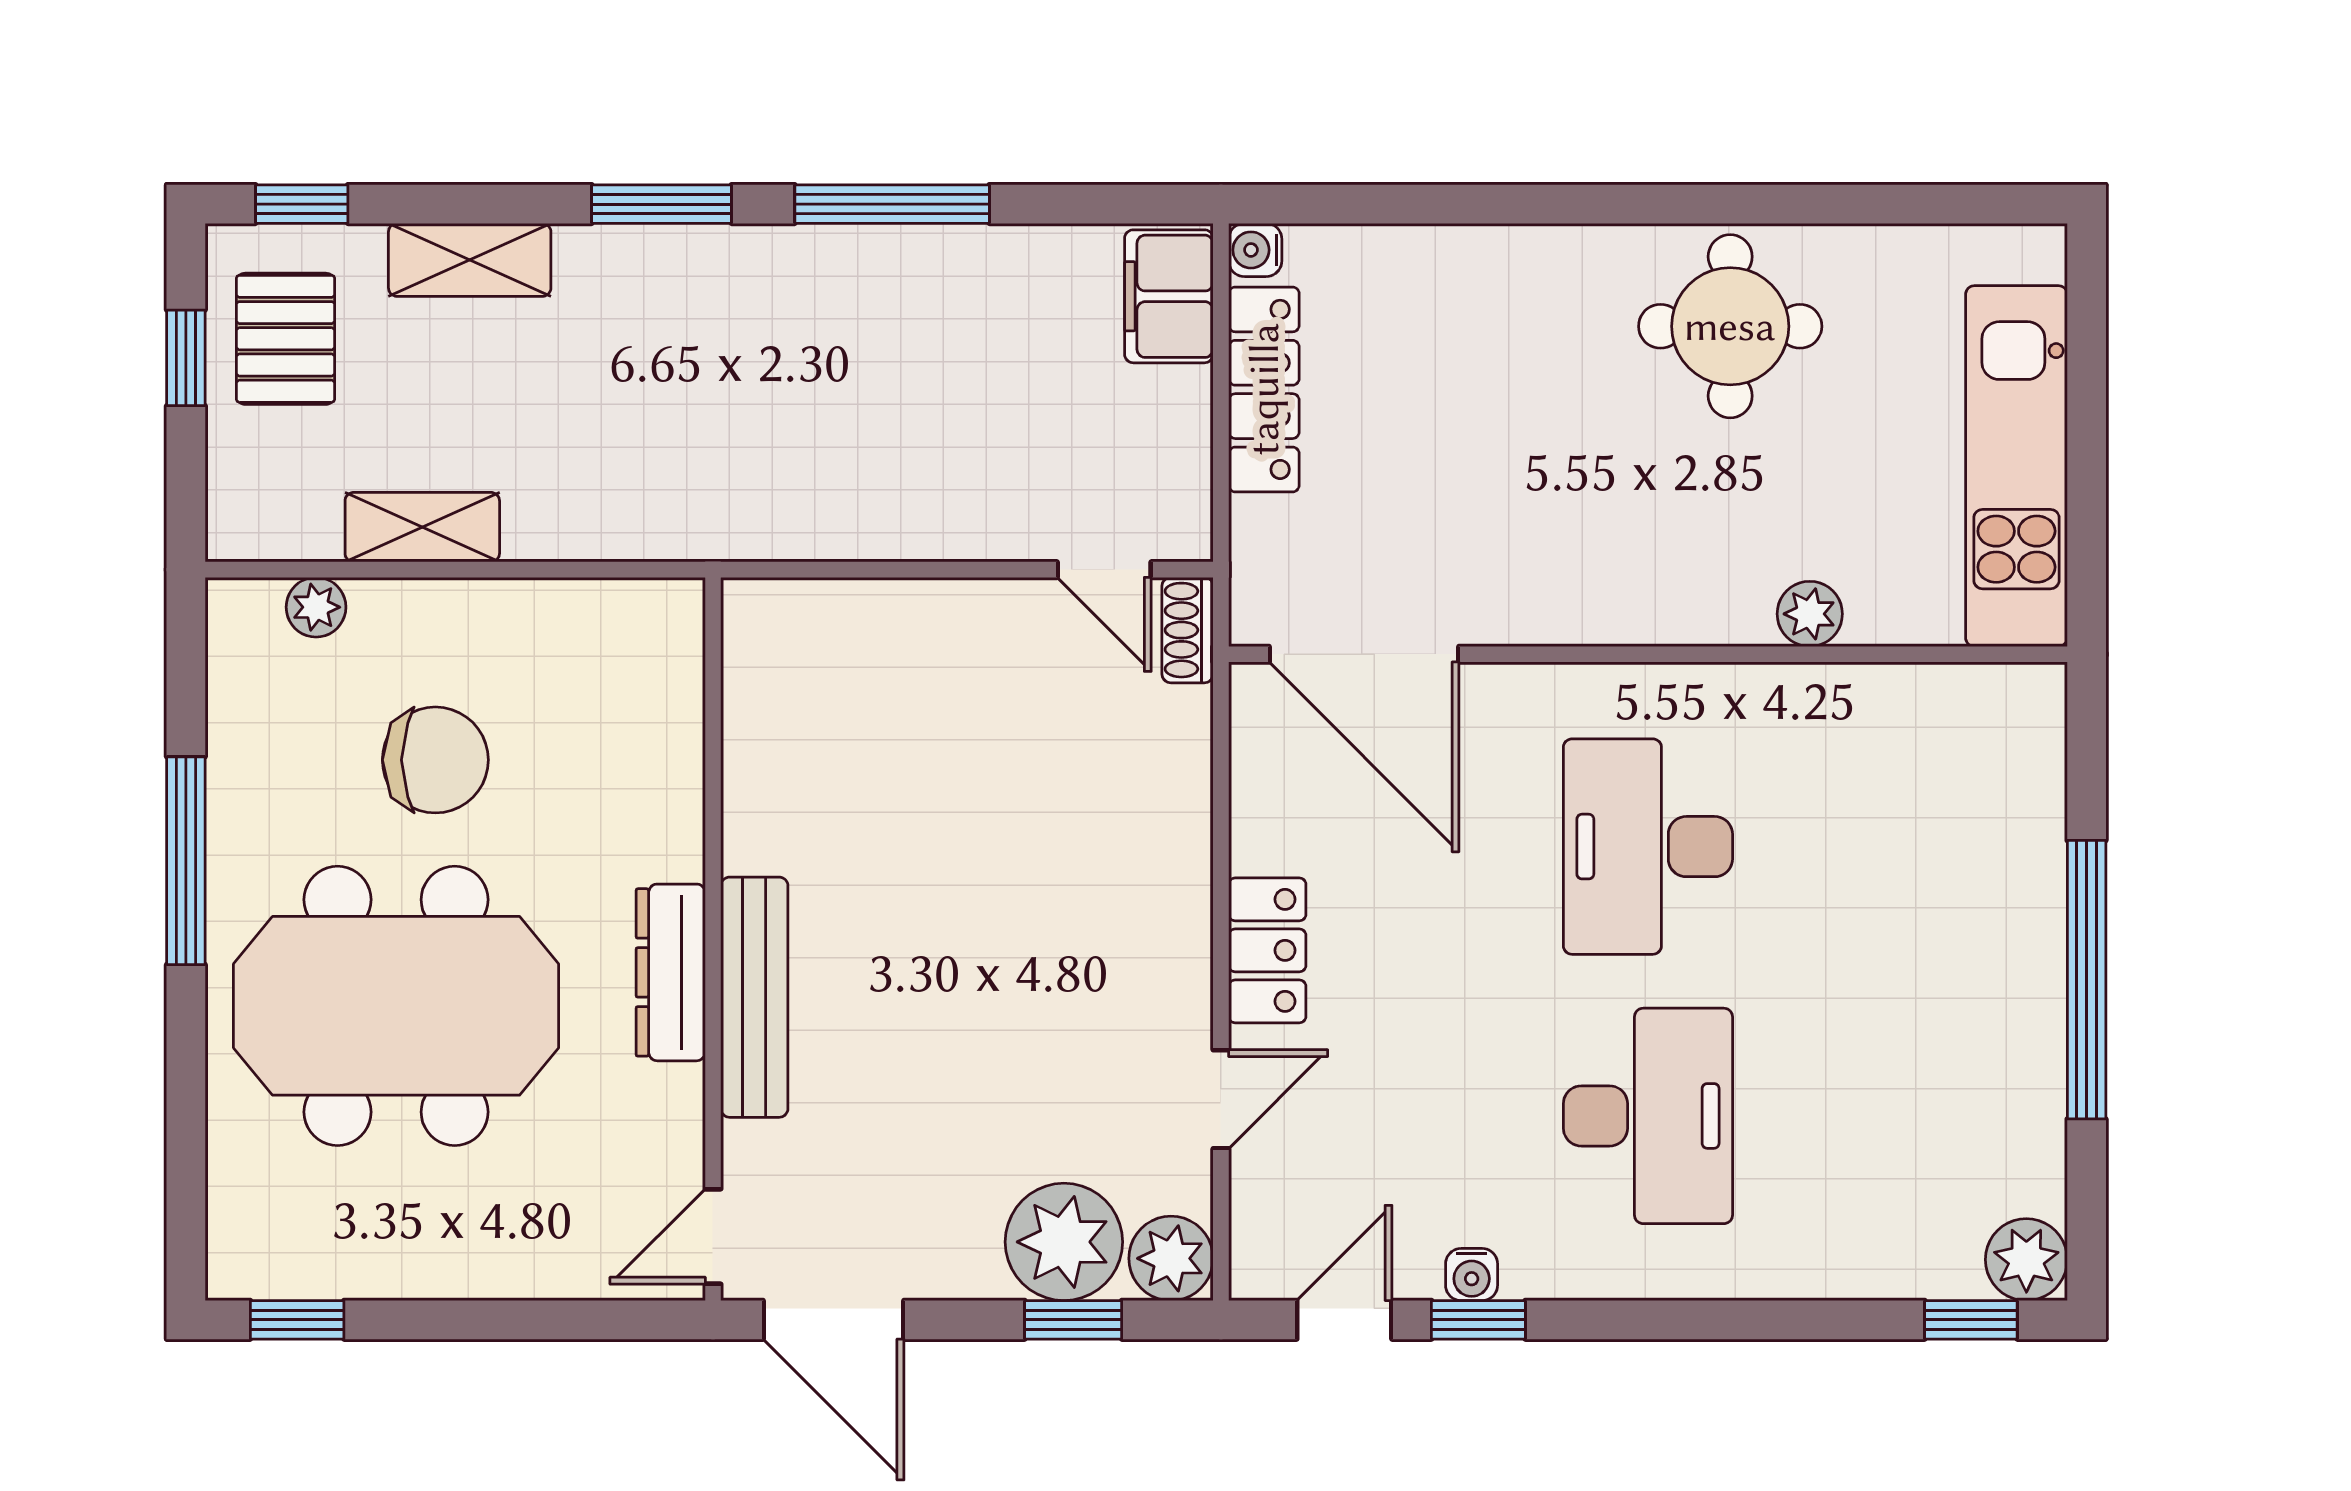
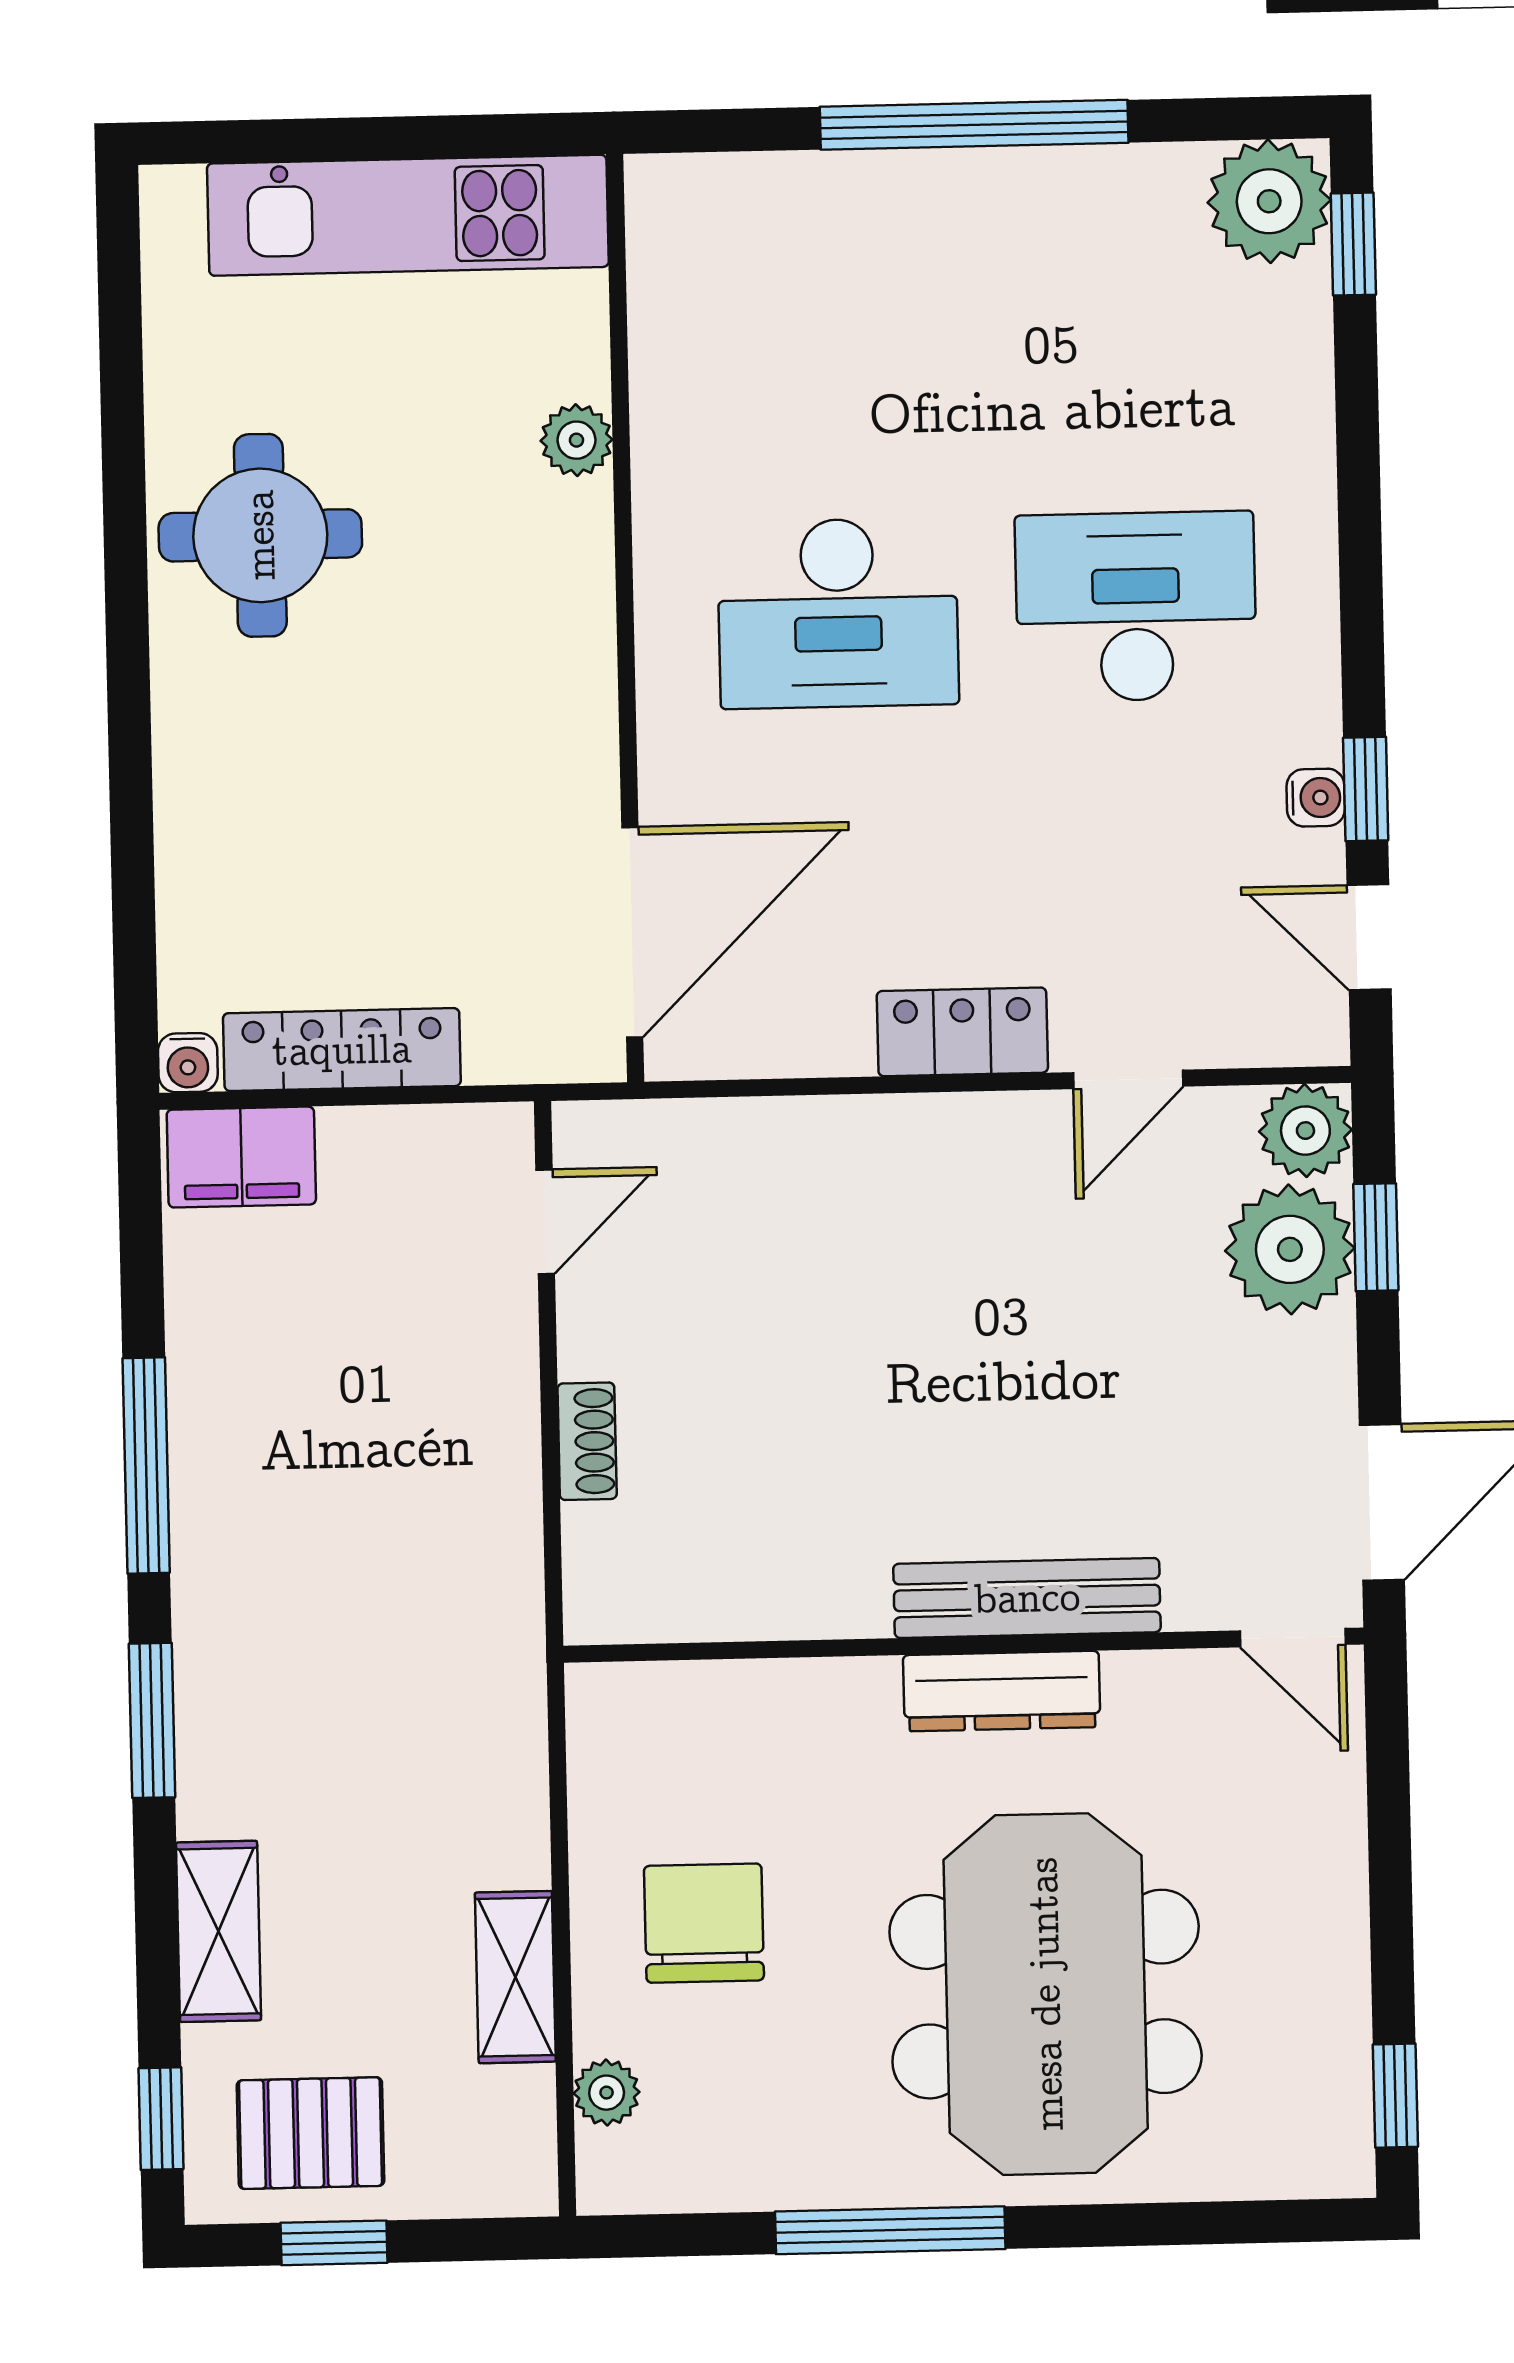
shoe rack: (1188, 630) -> (587, 1441), moved, turned -90
chair: (435, 760) -> (704, 1923), moved
door: (1221, 1099) -> (1128, 1079), swing flipped
plant: (2026, 1260) -> (1269, 201), width x1.36, depth x1.36

